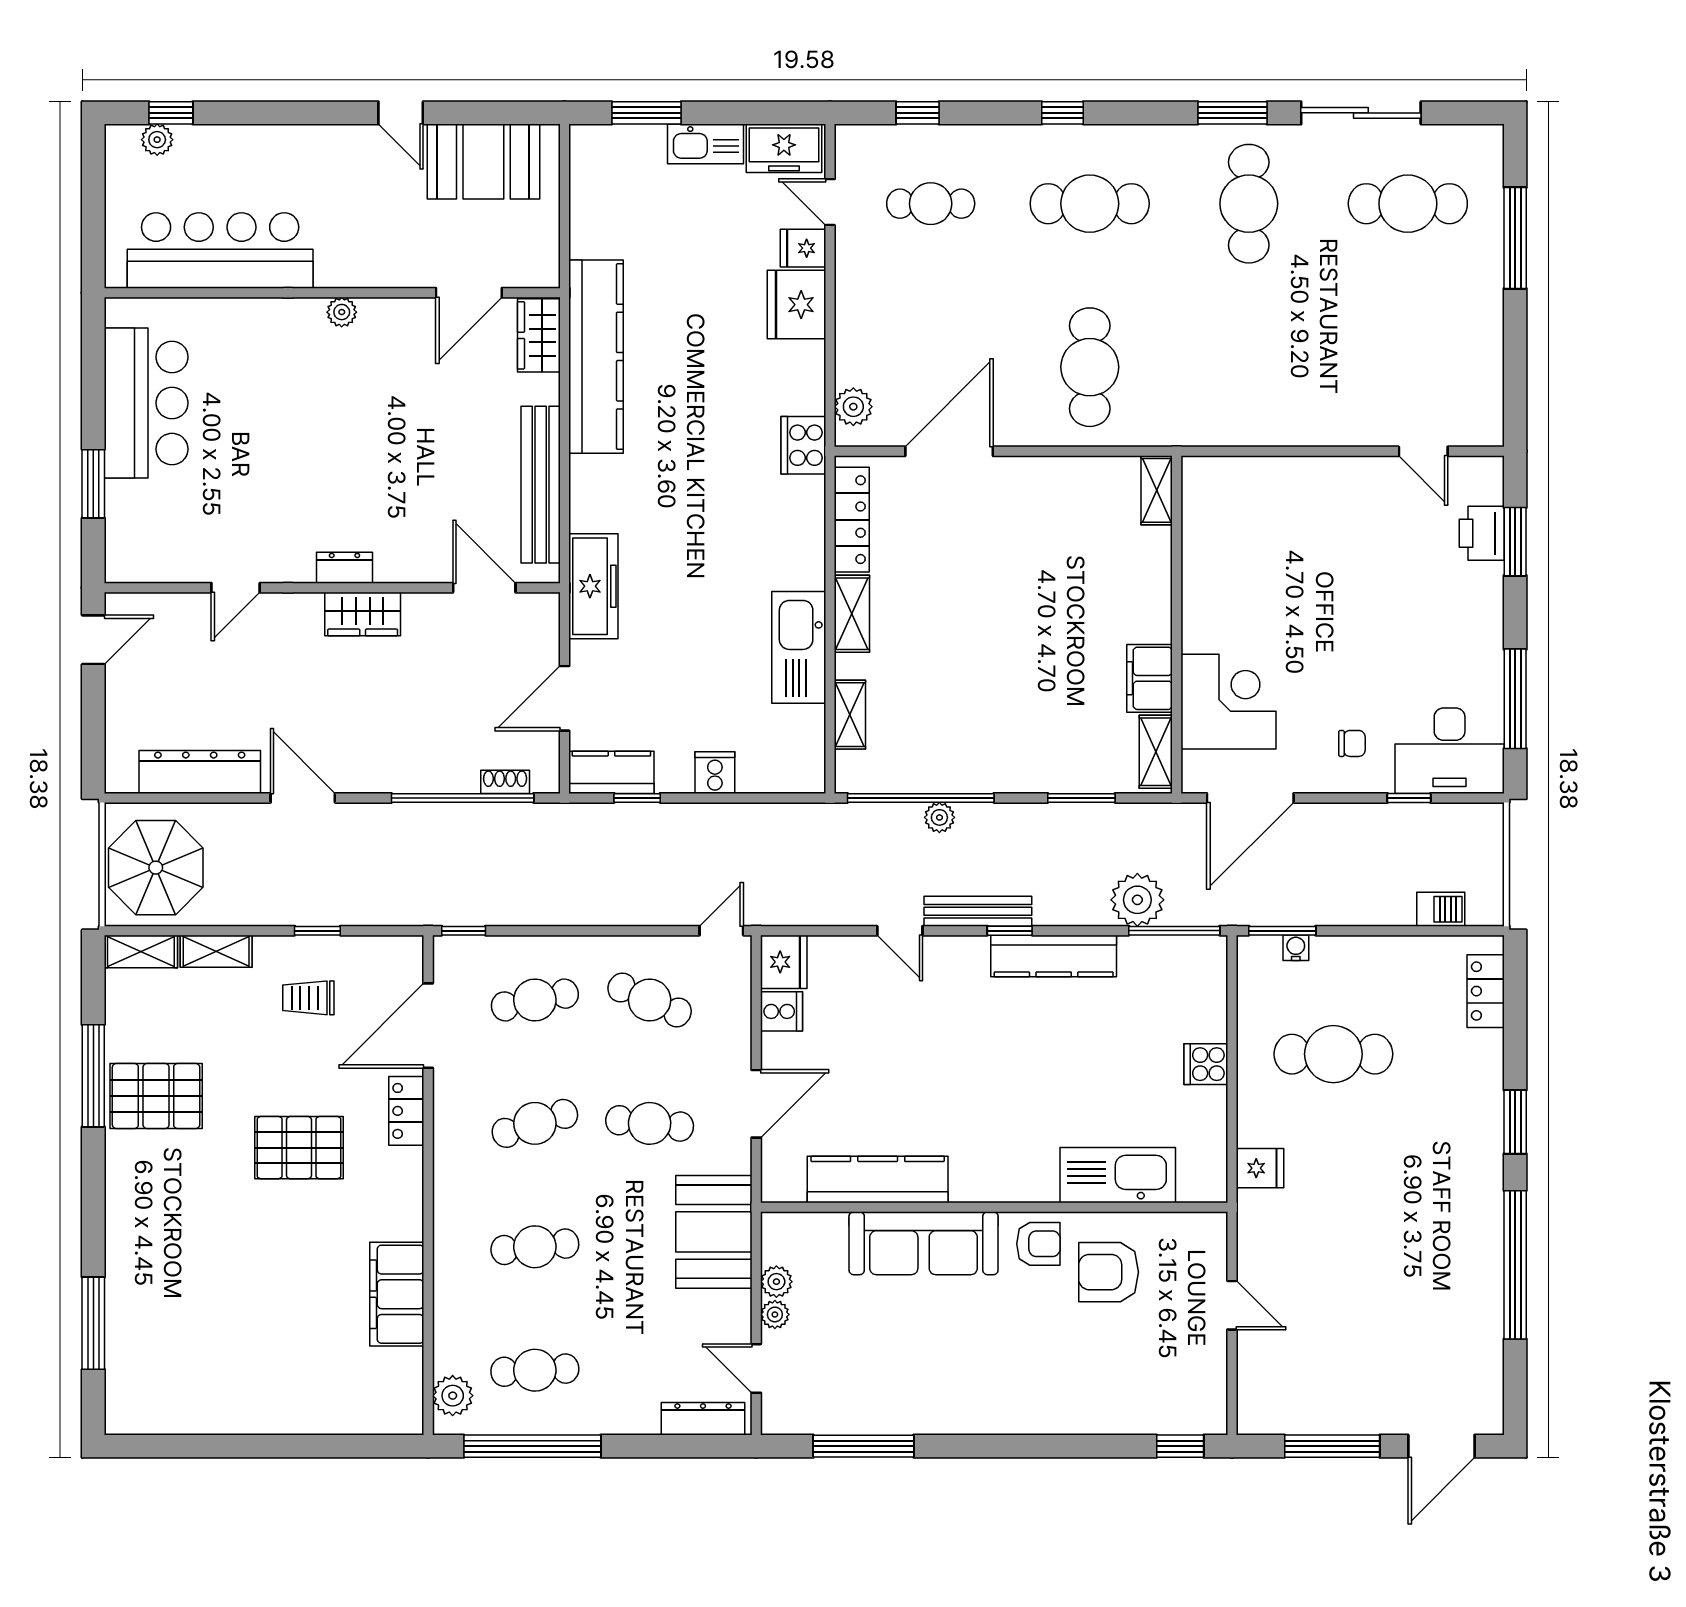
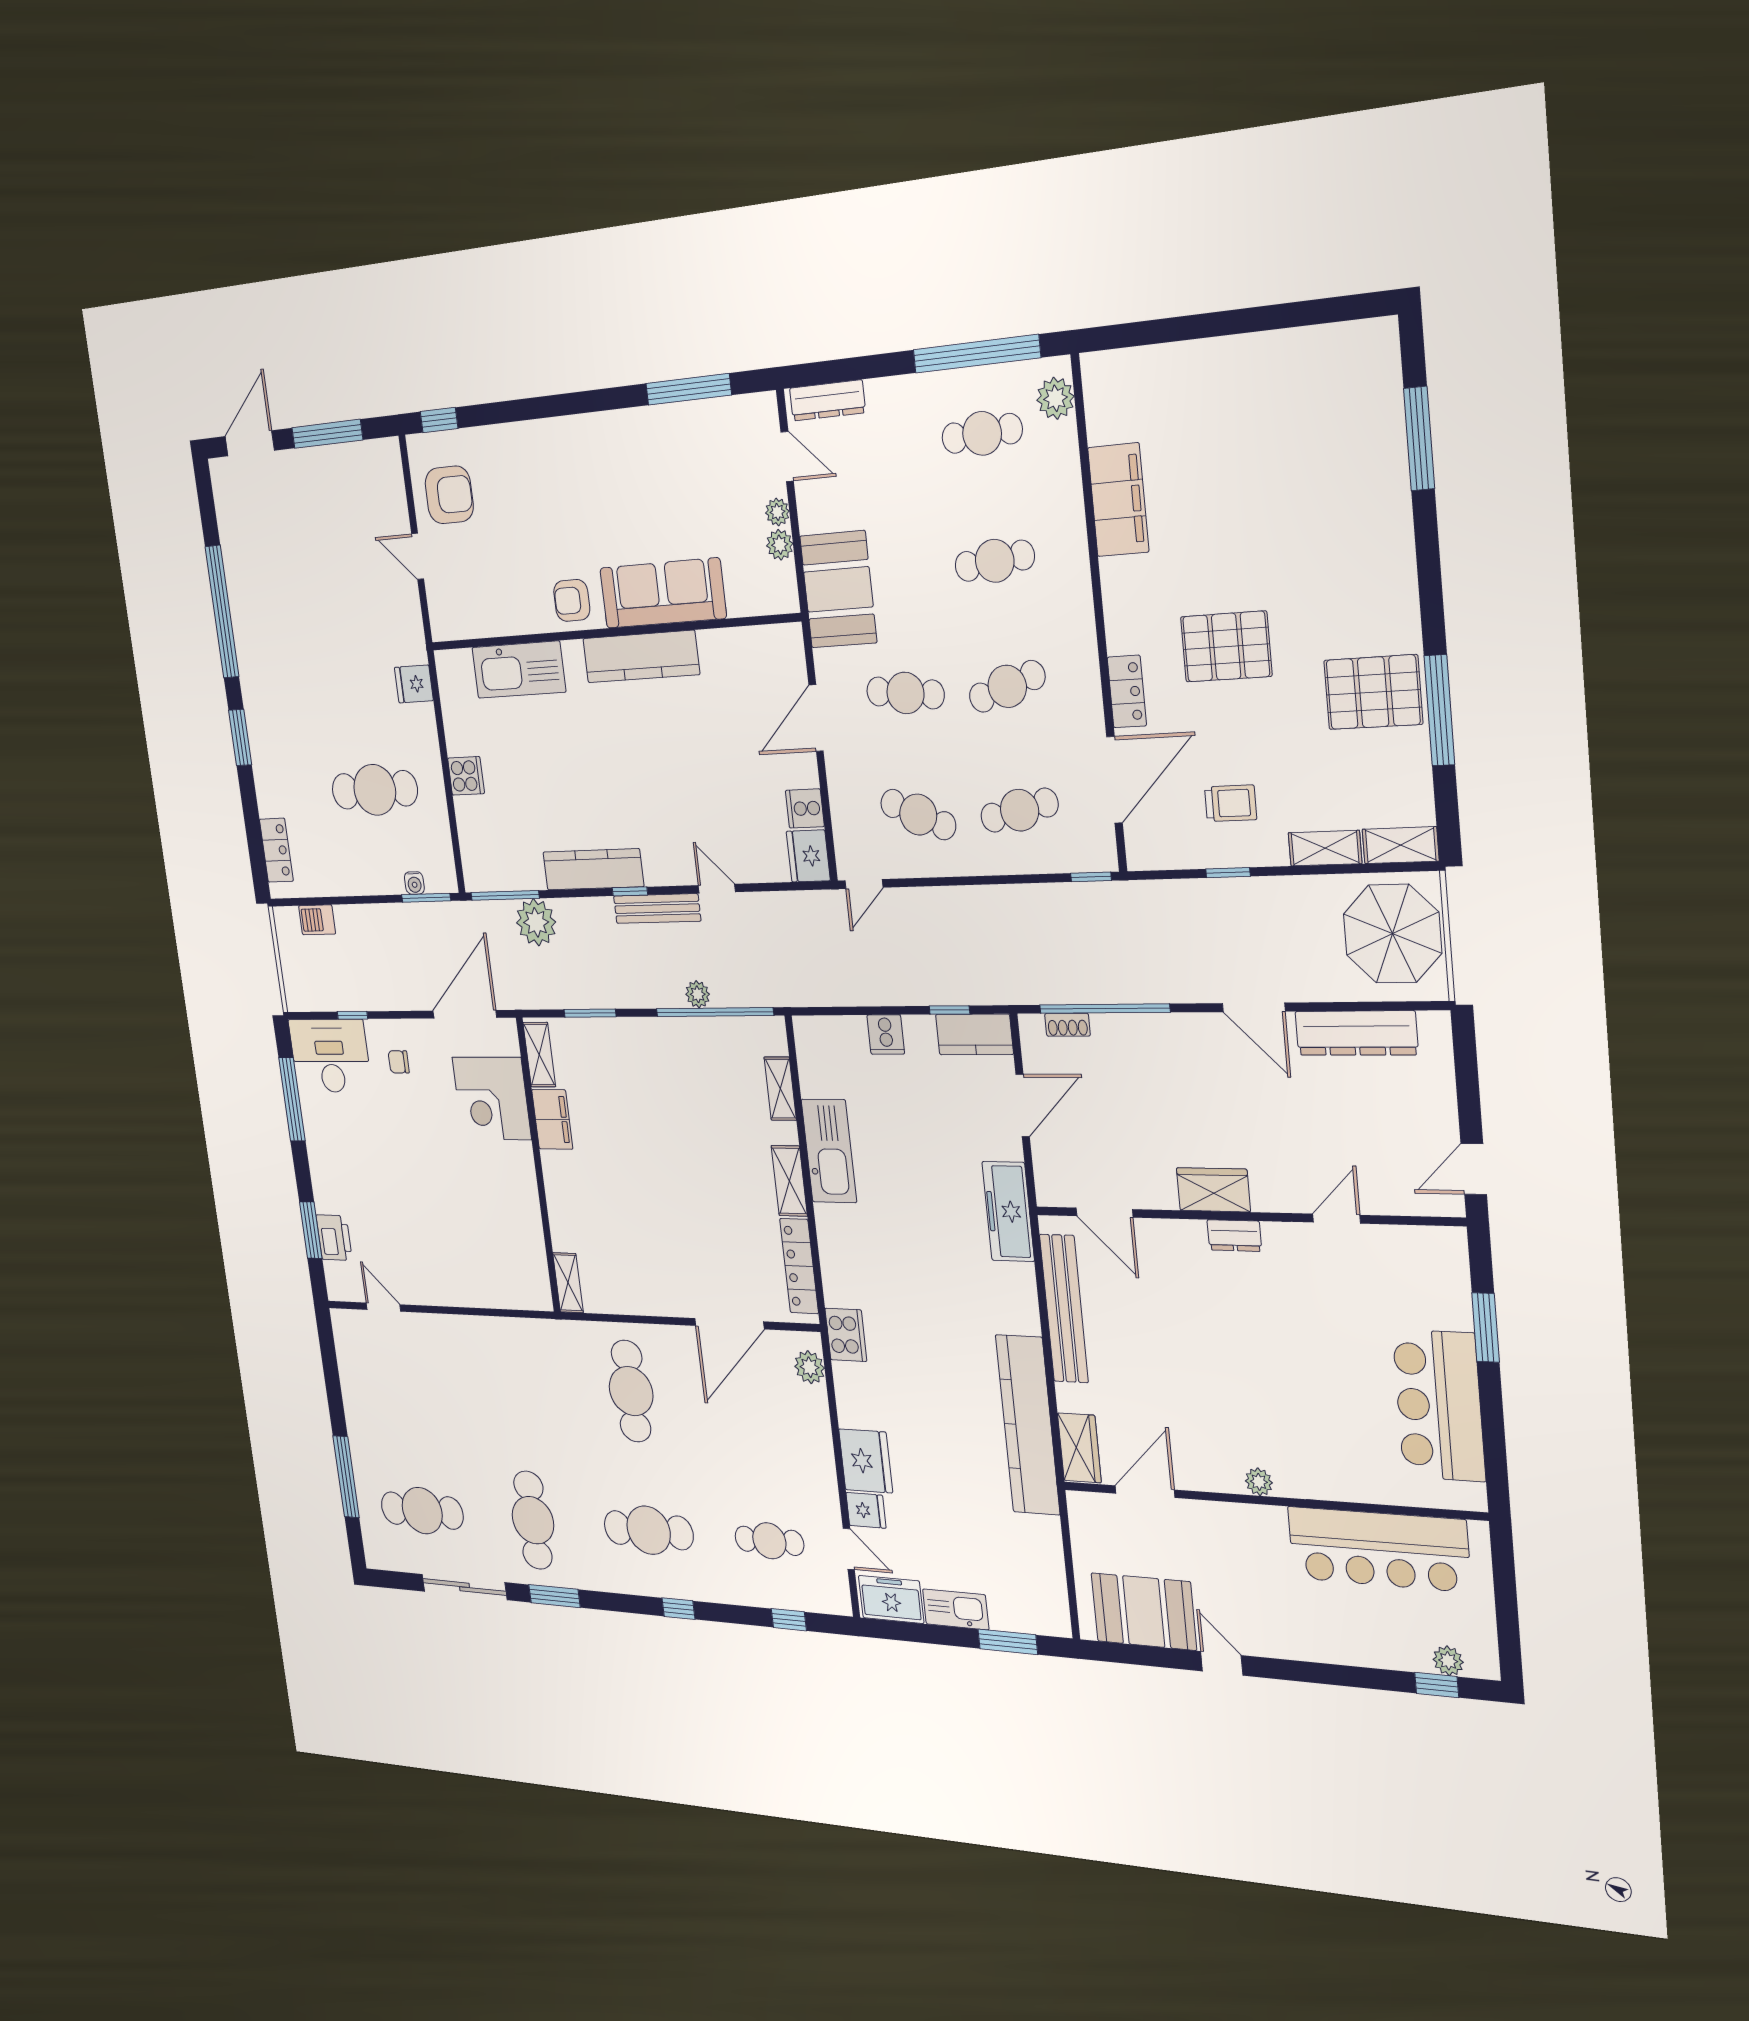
kitchen counter: (878, 1179) -> (641, 657), moved
armchair: (1109, 1272) -> (449, 495), moved

